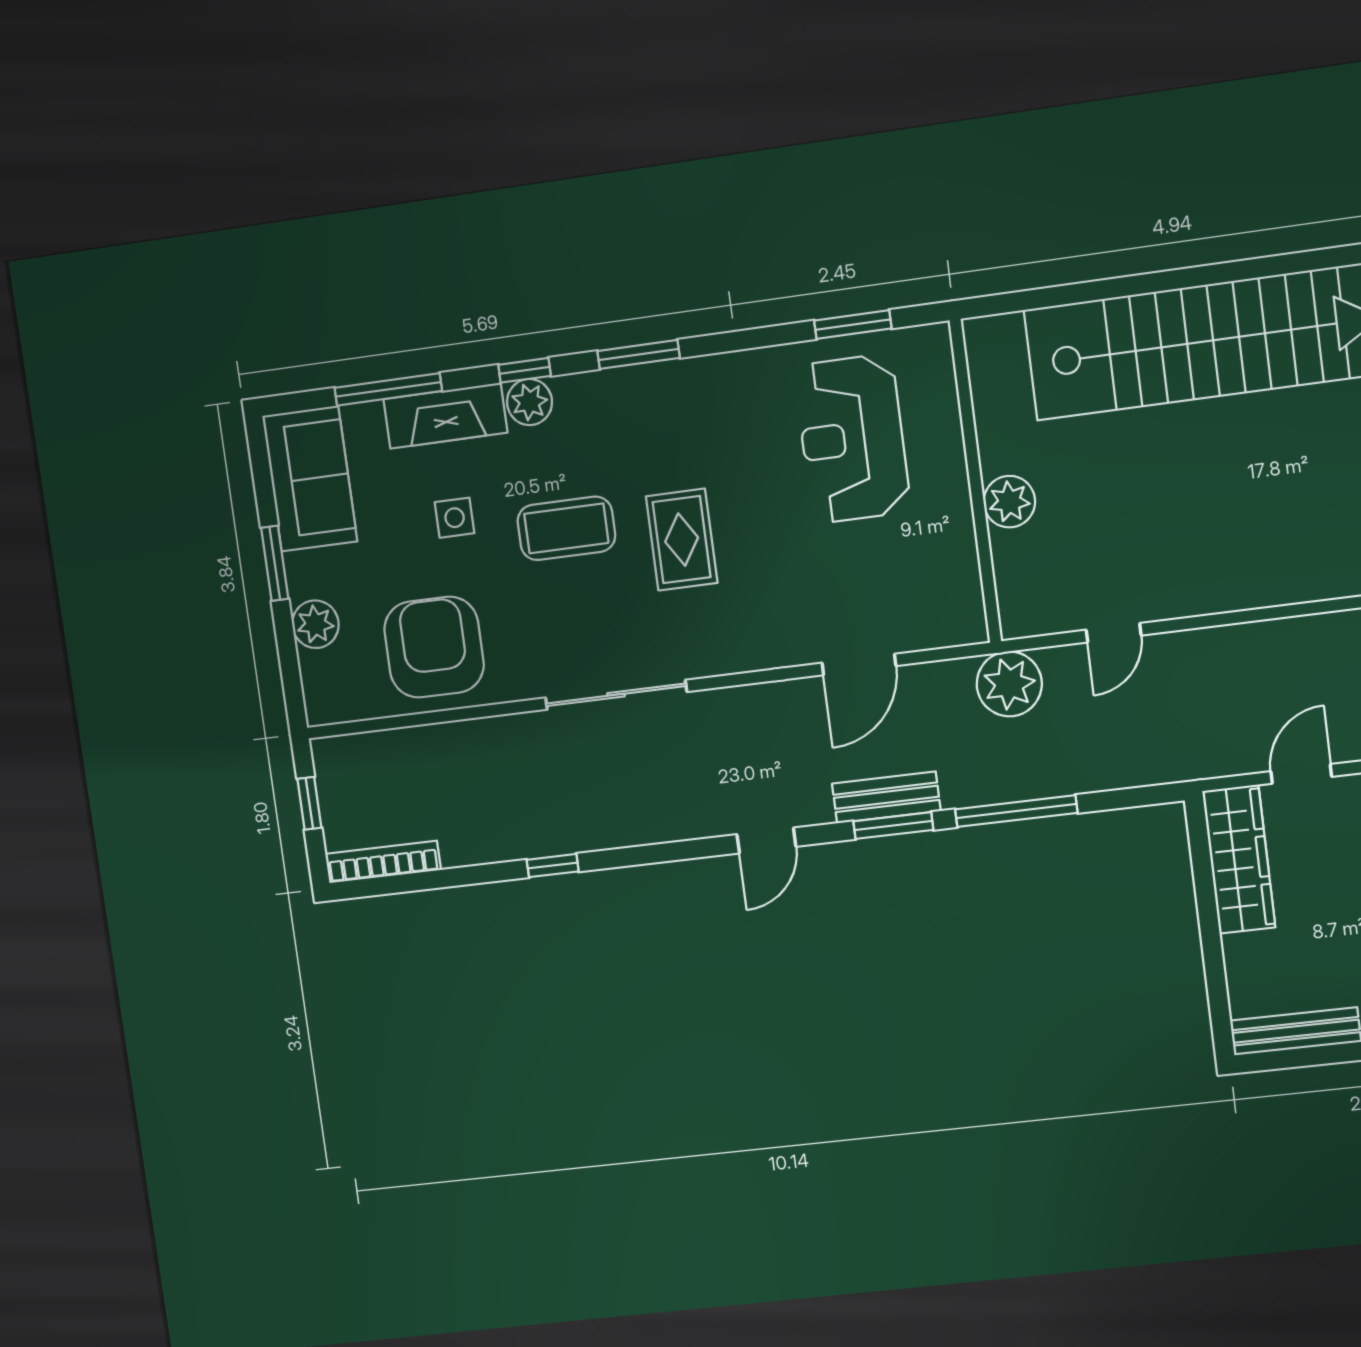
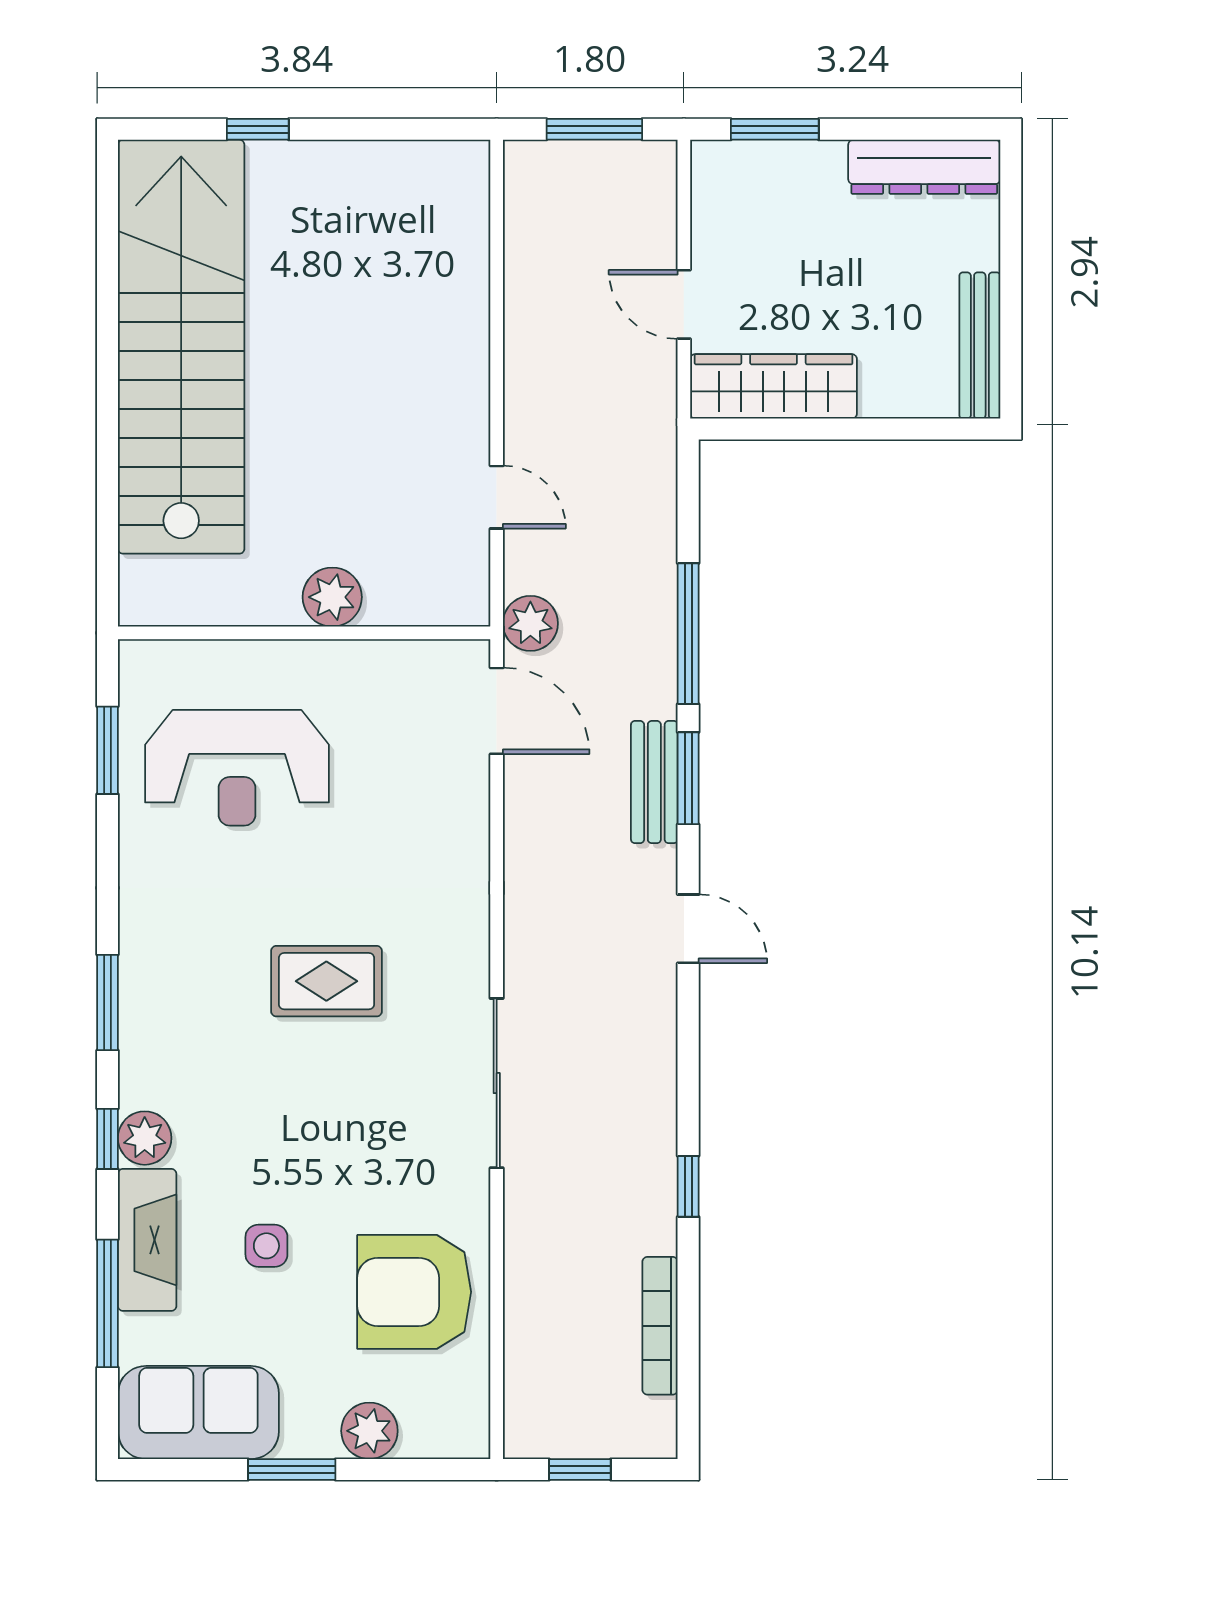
coffee table: (566, 528) -> (296, 1115), removed
door: (859, 664) -> (497, 711), moved
plant: (1009, 684) -> (530, 623), width x0.73, depth x0.73
bookcase: (383, 862) -> (660, 1326), moved

